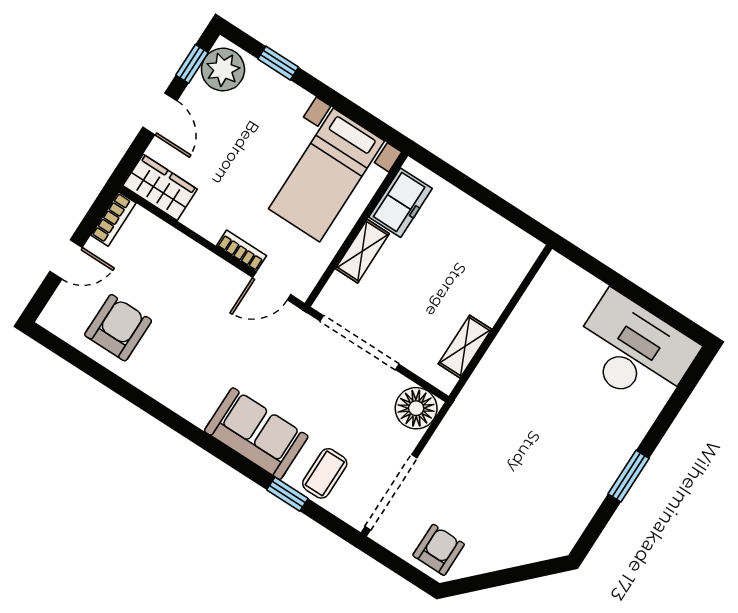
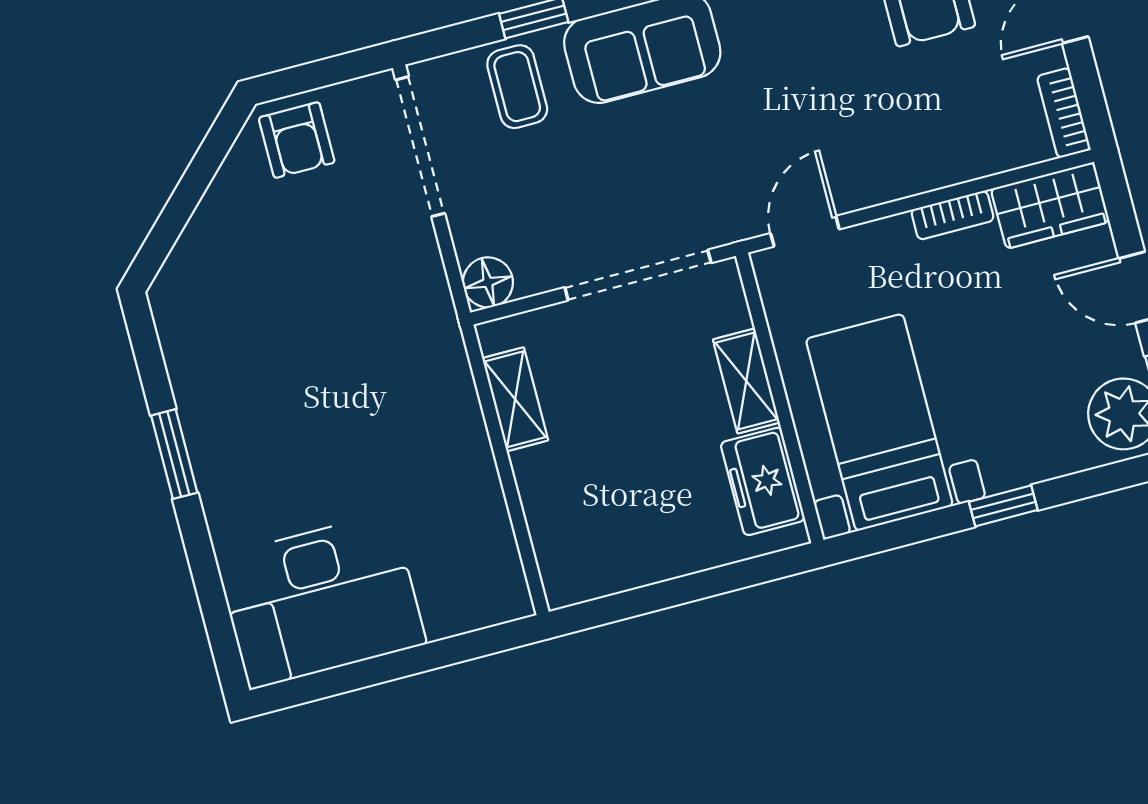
window: (278, 63) -> (1003, 506), moved
bookcase: (241, 251) -> (953, 215), moved
floor lamp: (416, 408) -> (488, 282), width x0.73, depth x0.73

